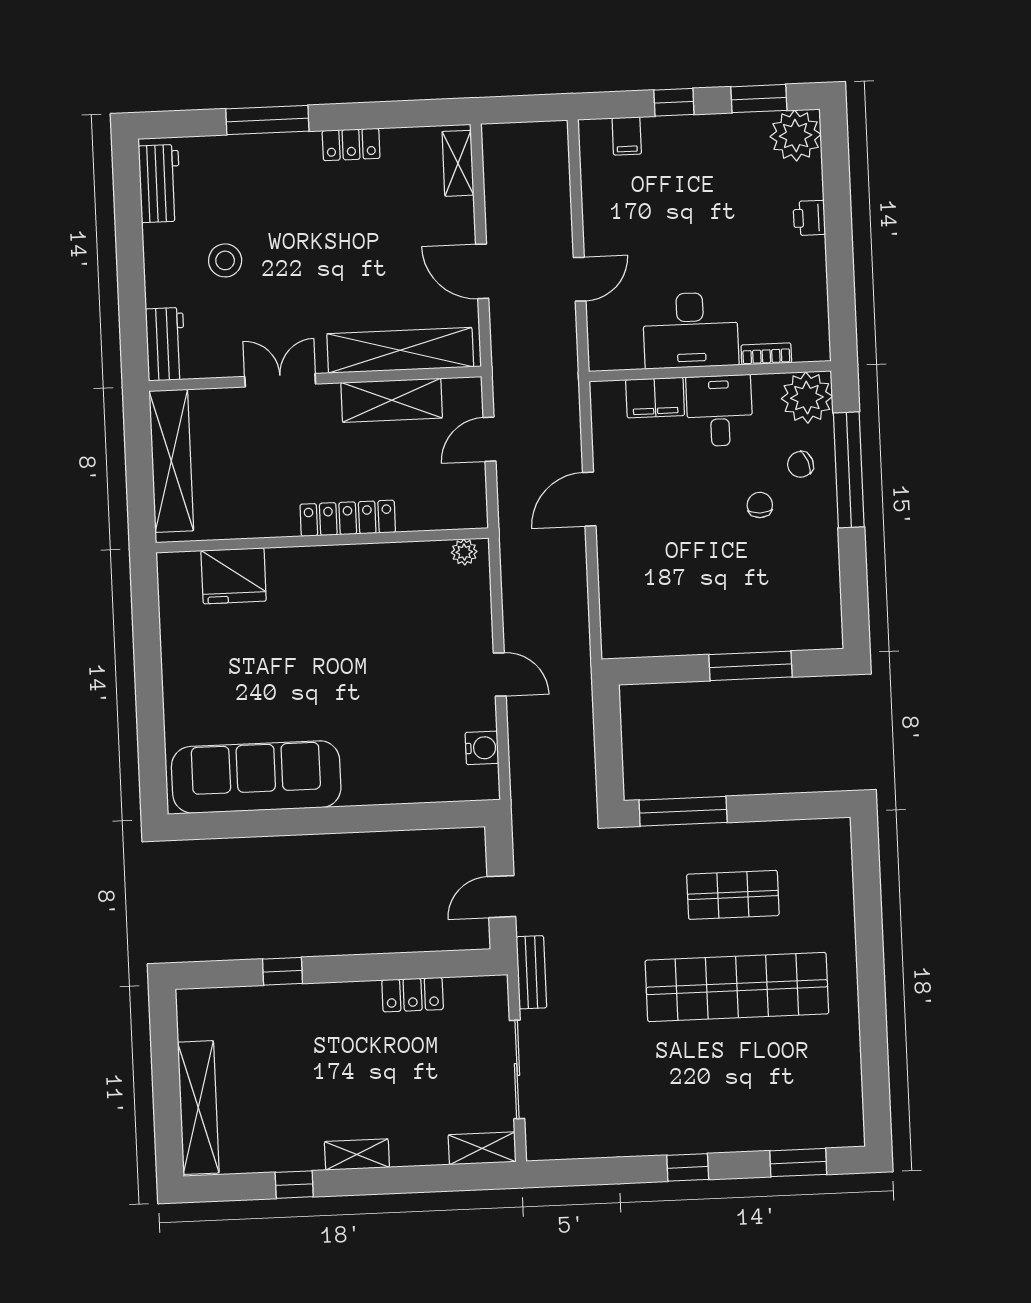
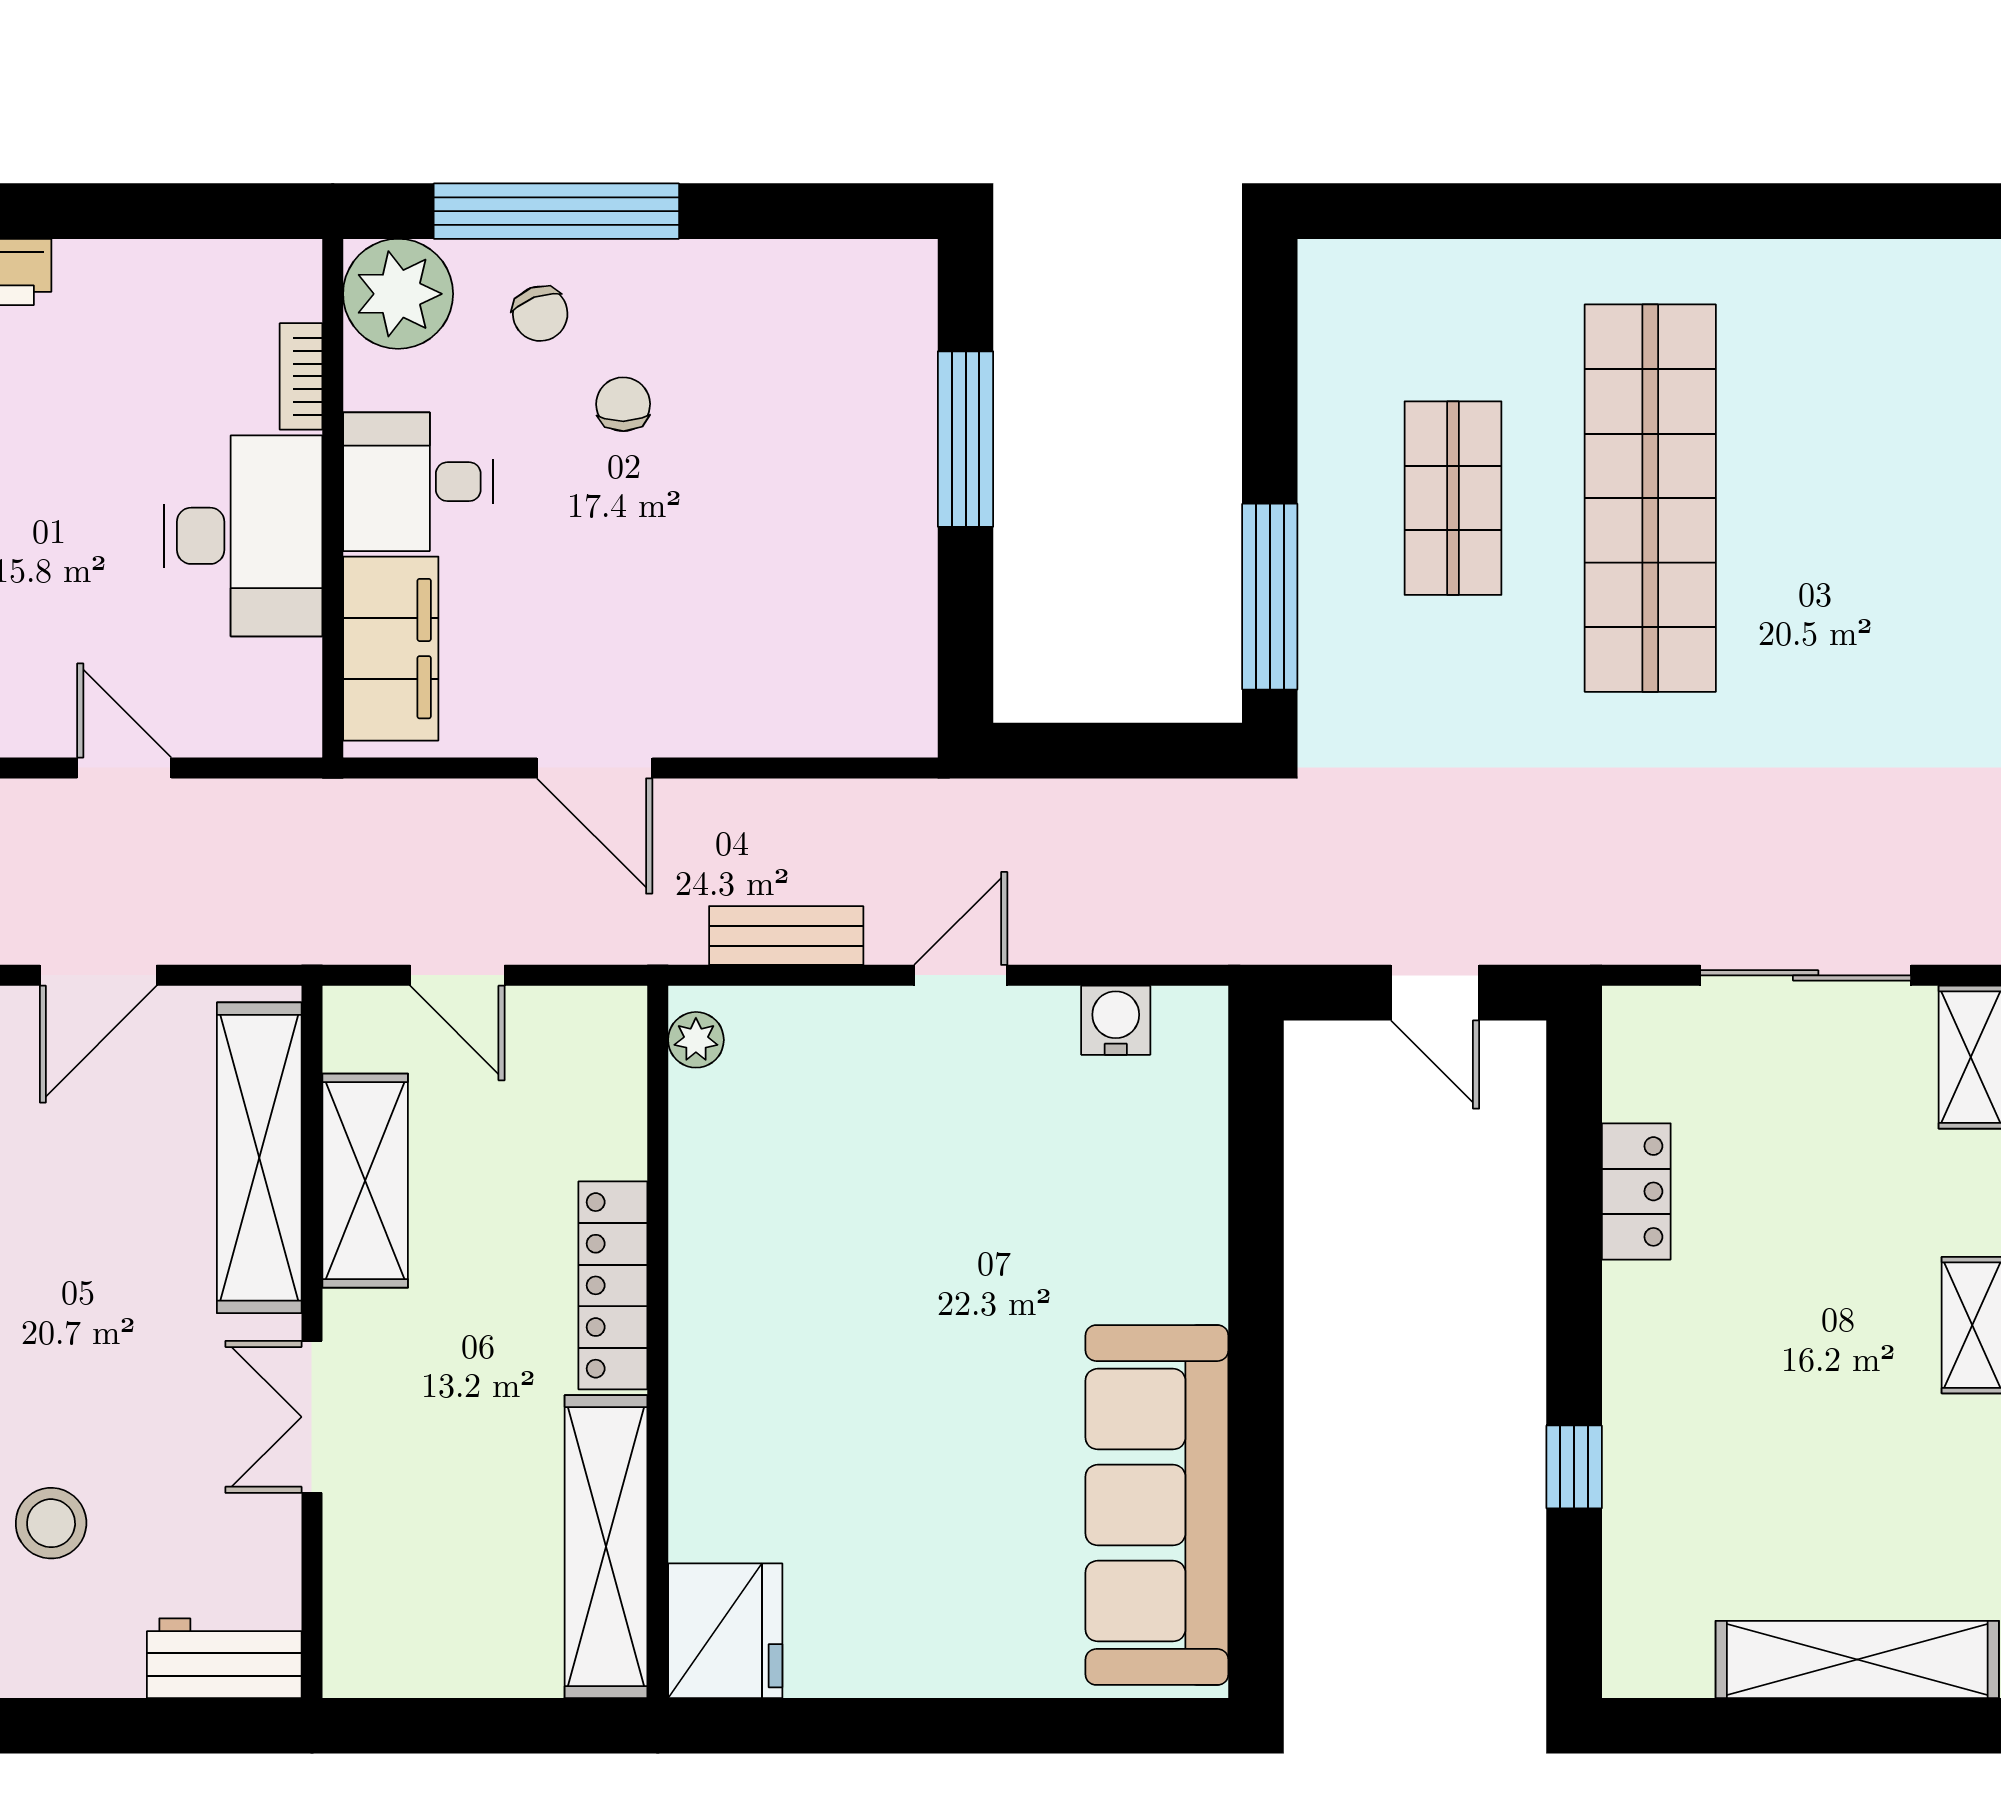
filing cabinet: (655, 398) -> (391, 649), width x1.50, depth x1.17
shelving: (171, 461) -> (606, 1547), moved, turned 90
chair: (760, 505) -> (623, 404), turned 89
fridge: (234, 576) -> (725, 1631), moved
bench: (531, 972) -> (786, 936), moved

